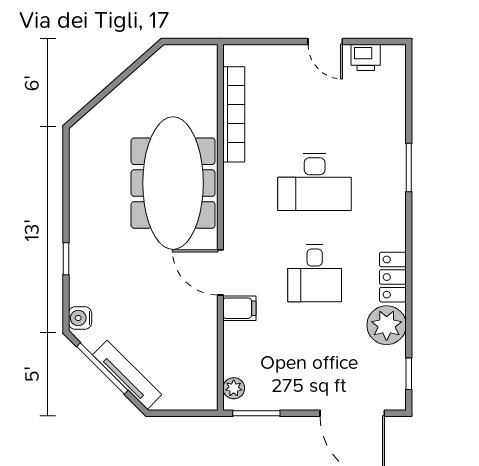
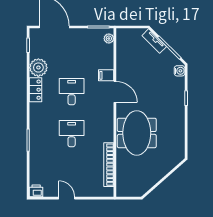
printer: (366, 57) -> (36, 191), moved
desk: (315, 182) -> (72, 134), width x0.73
meeting table: (173, 183) -> (137, 133), width x0.73
tv unit: (127, 375) -> (154, 41), width x0.71

